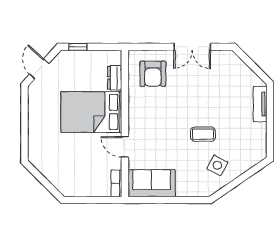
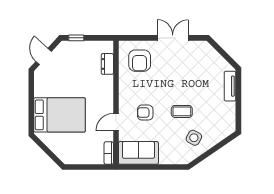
double door: (192, 47) -> (173, 38), swing flipped
bed: (91, 112) -> (60, 115), moved, turned 180
armchair: (160, 135) -> (145, 113), added
door: (125, 147) -> (116, 122), hinge flipped

